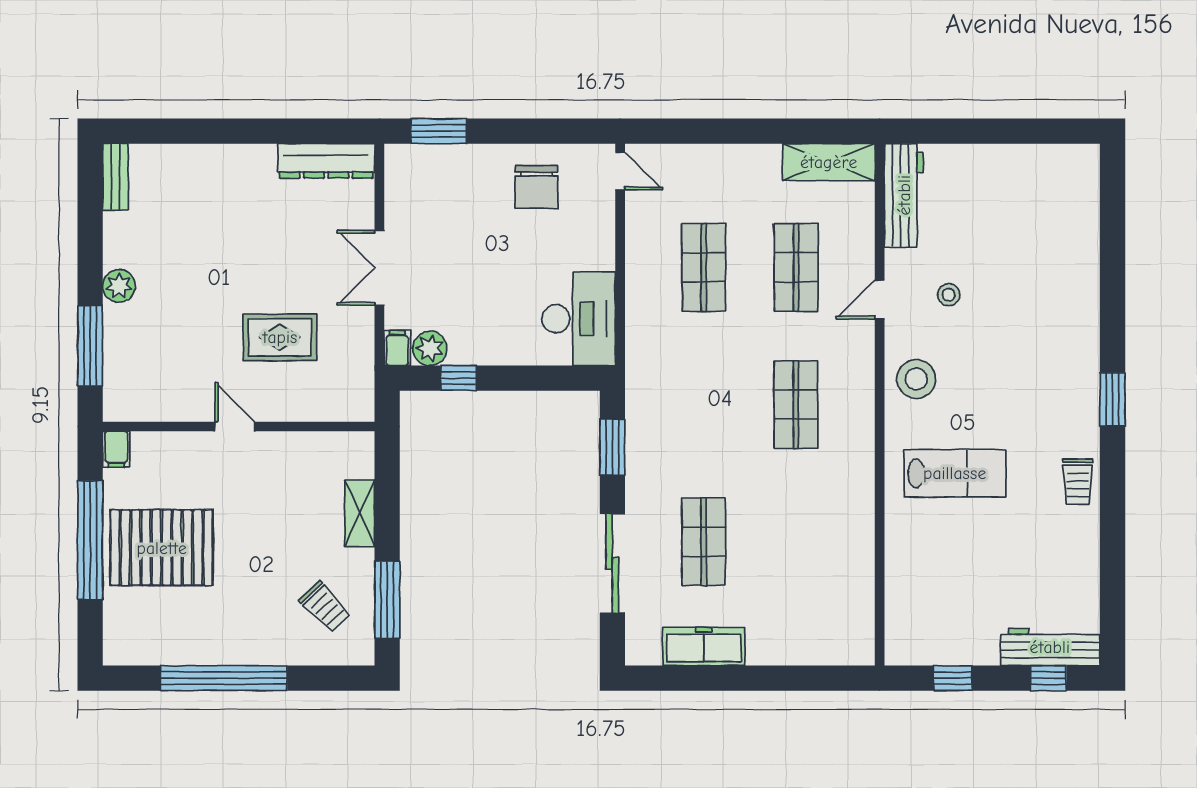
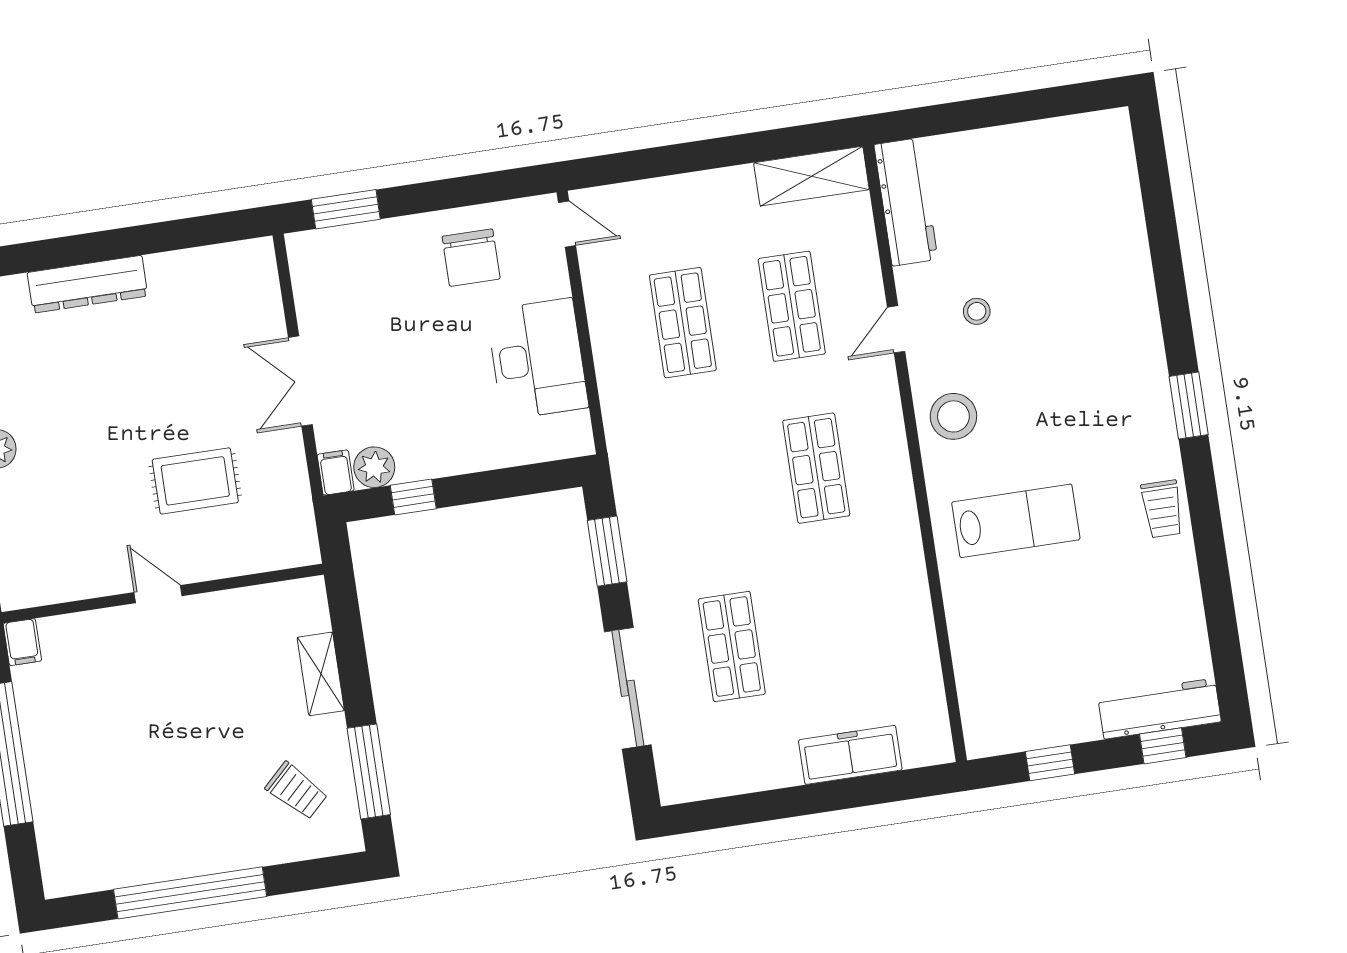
dresser: (326, 161) -> (87, 284), moved
desk: (579, 319) -> (537, 359), moved
pallet: (162, 548) -> (93, 750), removed
freezer: (704, 647) -> (850, 755), moved

